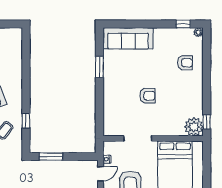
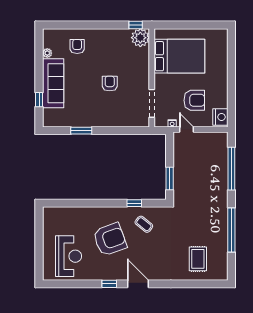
window: (183, 24) -> (39, 100), moved
plant: (198, 32) -> (47, 53), moved
sofa: (128, 38) -> (53, 83), moved
doorway: (138, 138) -> (152, 103), moved

